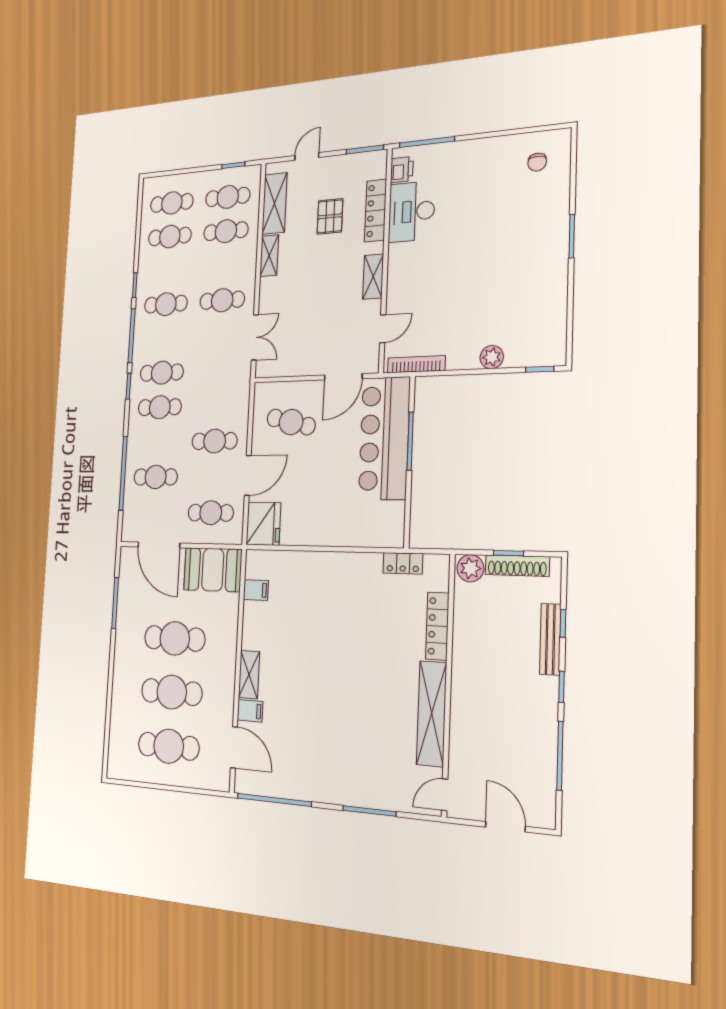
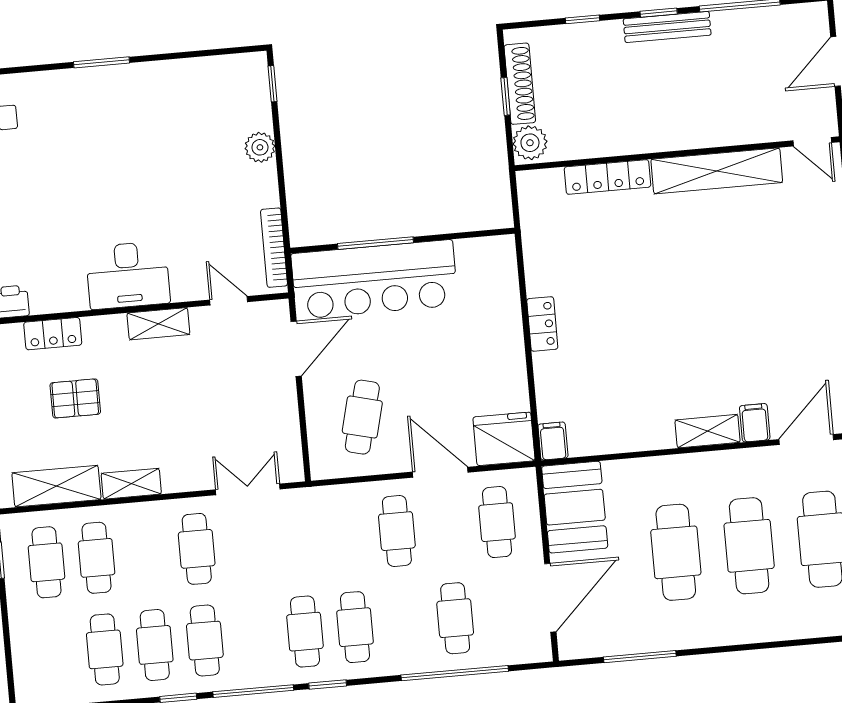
cafe table: (172, 203) -> (155, 645), moved
locker: (375, 211) -> (53, 334), width x0.66
desk: (412, 212) -> (128, 275), moved
door: (343, 377) -> (296, 349), hinge flipped
locker: (403, 563) -> (542, 324), moved
filing cabinet: (256, 590) -> (553, 441), moved
bench: (550, 639) -> (667, 27), moved

